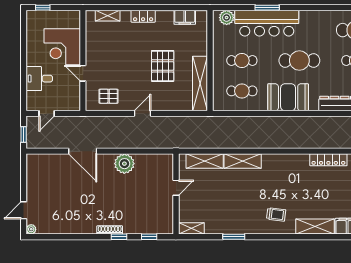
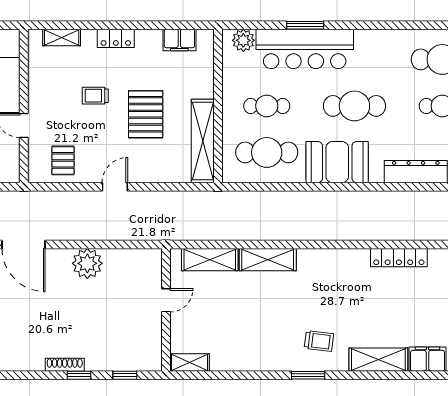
trolley: (130, 54) -> (95, 96), added
cafe table: (242, 91) -> (267, 152), width x1.37, depth x1.35
pallet: (109, 96) -> (63, 160), turned 90
window: (234, 237) -> (308, 375), moved

